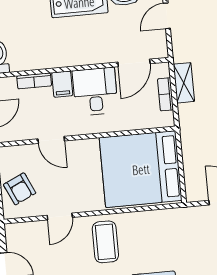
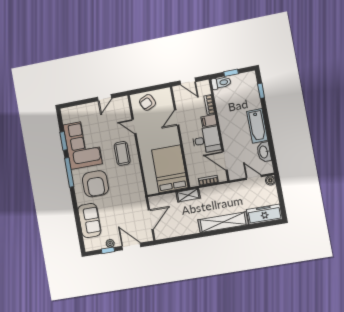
shelving: (184, 83) -> (188, 195), moved
bed: (141, 169) -> (170, 169), width x0.73
coffee table: (105, 242) -> (122, 153), turned 90

